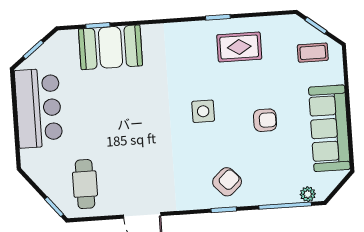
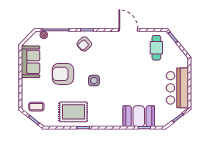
rug: (239, 47) -> (73, 112), width x1.36, depth x1.43
armchair: (265, 120) -> (63, 74), width x1.88, depth x1.88
sofa: (329, 128) -> (31, 62), width x0.73

